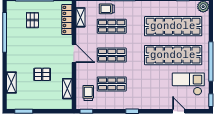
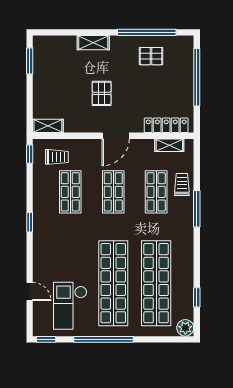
pallet: (32, 20) -> (151, 56), moved
pallet: (42, 74) -> (102, 93), moved
shelving: (11, 83) -> (93, 43), moved
checkout: (188, 84) -> (70, 306), turned 180
shelving: (67, 89) -> (48, 126), moved
door: (179, 111) -> (30, 292), hinge flipped

